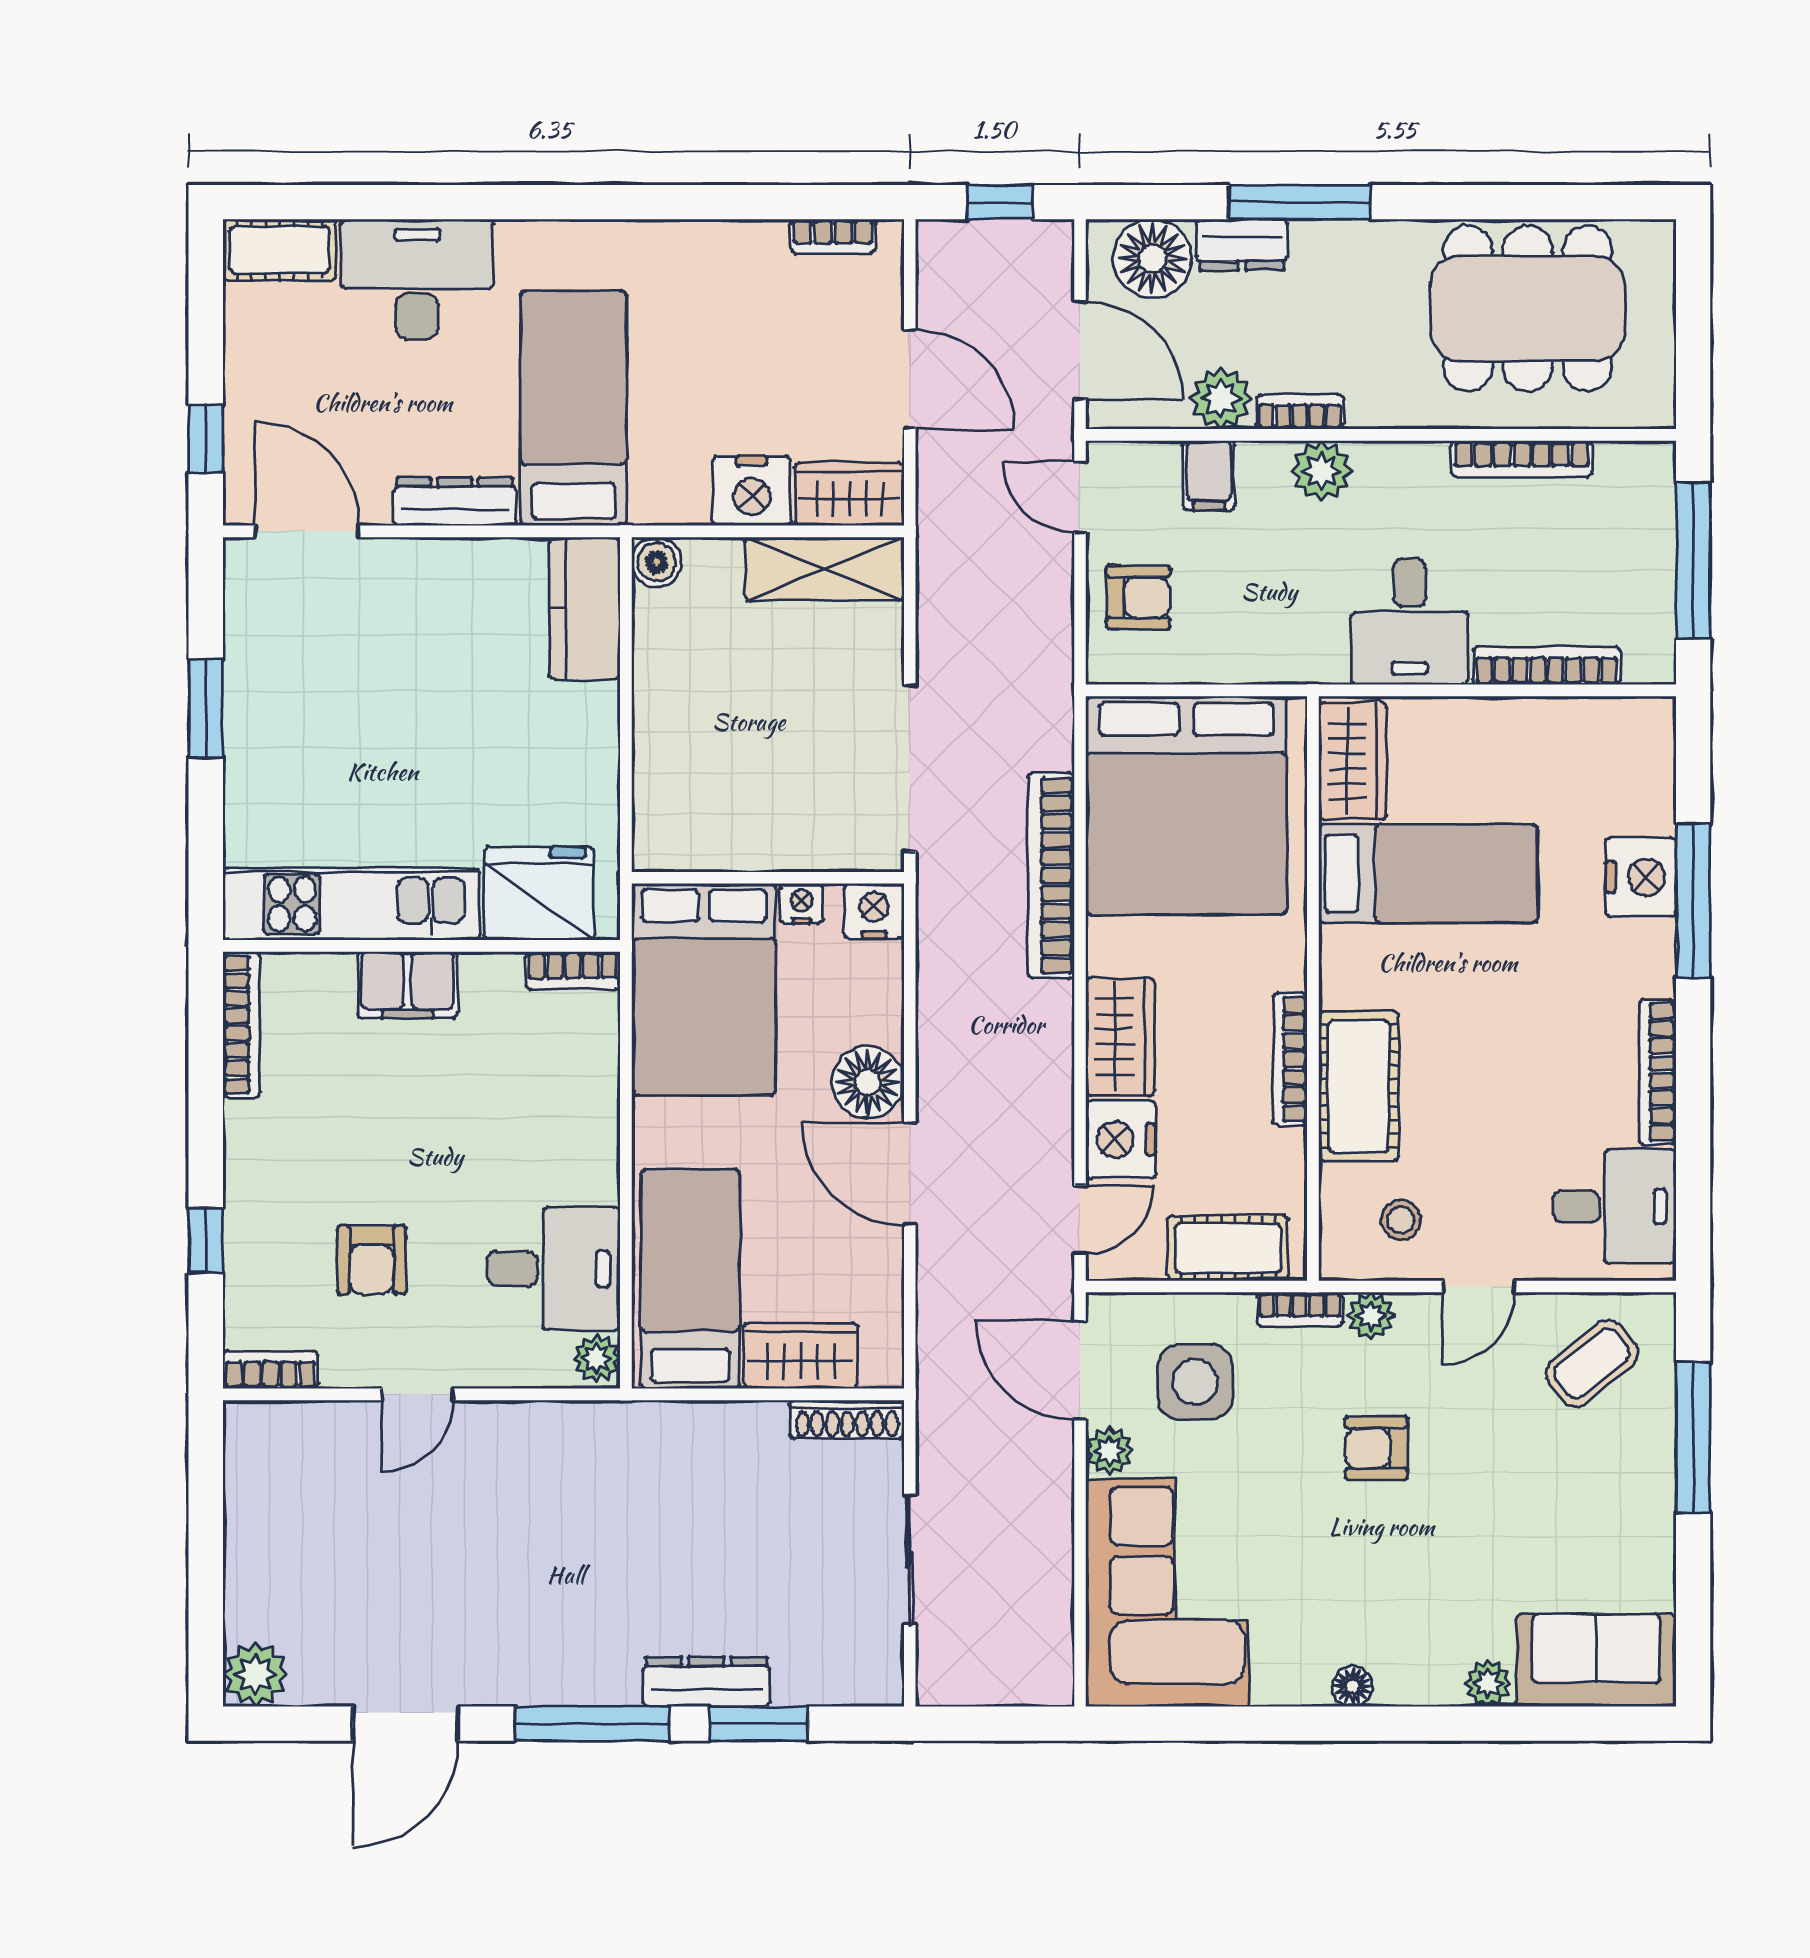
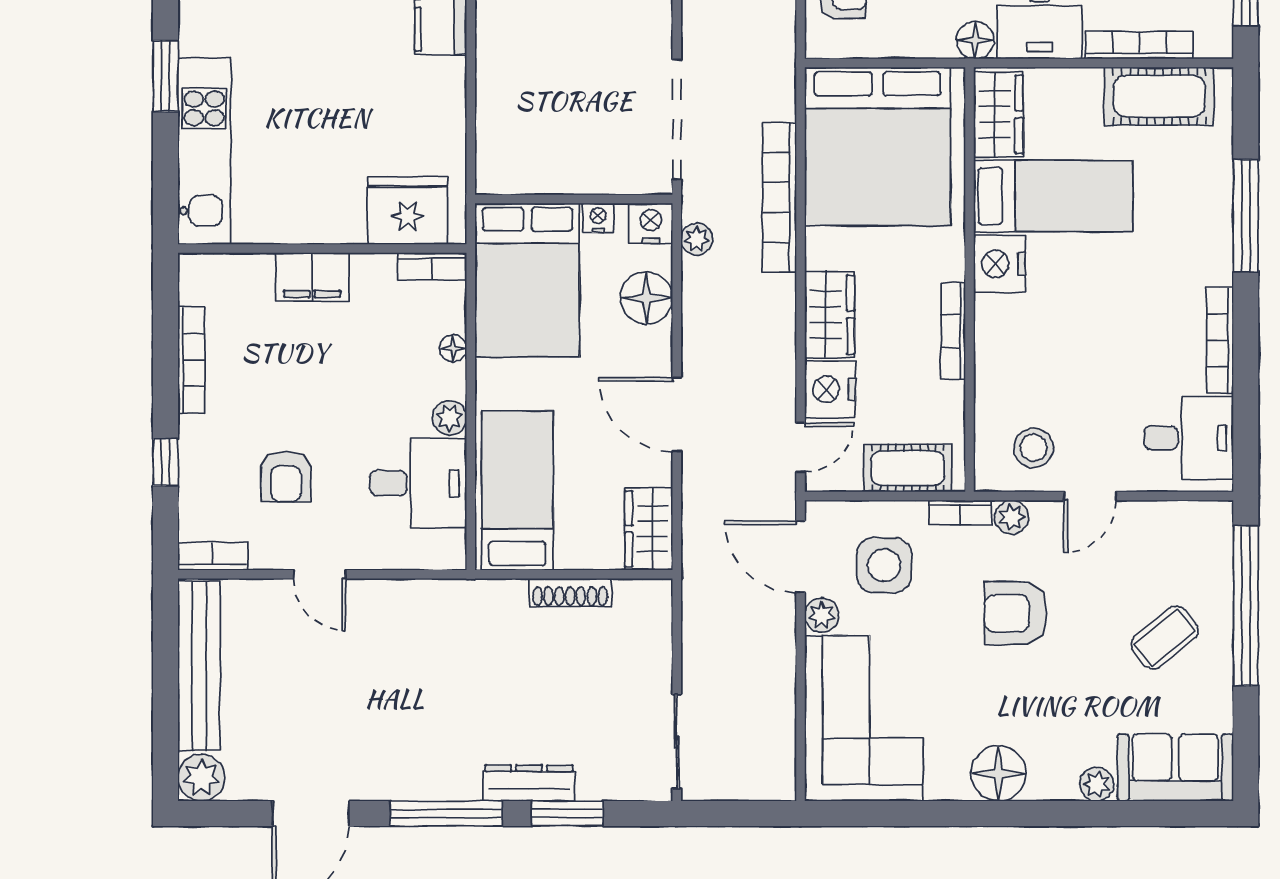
floor lamp: (1321, 659) -> (975, 40), added
nightstand: (1641, 877) -> (999, 264), moved, turned 180
kitchen unit: (351, 904) -> (204, 151), moved, turned 90
plant: (937, 933) -> (697, 239), added
bookcase: (241, 1025) -> (191, 360), moved
floor lamp: (868, 1082) -> (646, 298), moved
floor lamp: (602, 1083) -> (453, 348), added
cot: (1358, 1086) -> (1159, 96), moved, turned 90
stool: (1401, 1220) -> (1034, 448), width x1.37, depth x1.37
wardrobe: (801, 1356) -> (649, 529), moved, turned -90
plant: (597, 1359) -> (449, 418), moved
coffee table: (1592, 1363) -> (1165, 638), moved
door: (418, 1394) -> (319, 574), hinge flipped
shoe rack: (847, 1419) -> (570, 592), moved
window: (1693, 1438) -> (1246, 606), width x1.46
armchair: (1376, 1448) -> (1016, 613), width x1.38, depth x1.38
bench: (252, 1521) -> (199, 666), added
sliding door: (910, 1560) -> (677, 742), moved
floor lamp: (1352, 1686) -> (998, 773), width x1.89, depth x1.89

